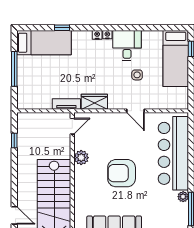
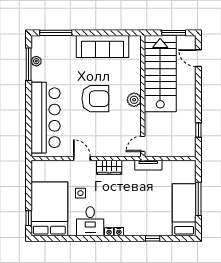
bed: (44, 43) -> (184, 210), moved, turned 90
bed: (176, 59) -> (49, 209), width x1.50
wardrobe: (94, 102) -> (109, 167), moved
plant: (81, 158) -> (134, 100), moved
plant: (183, 197) -> (36, 61), moved

